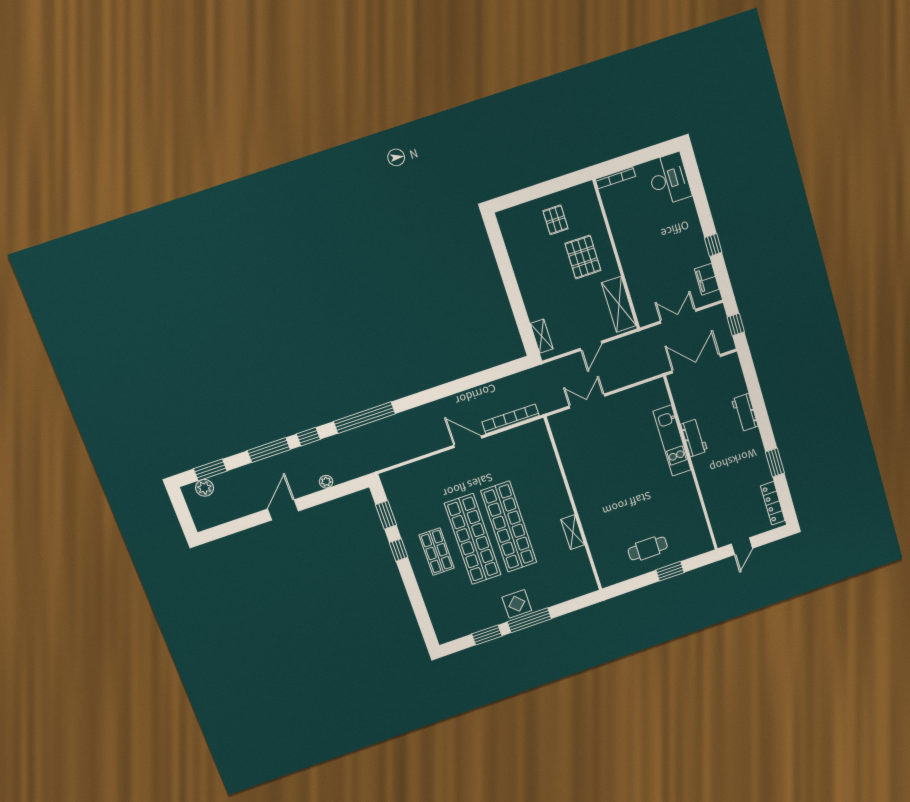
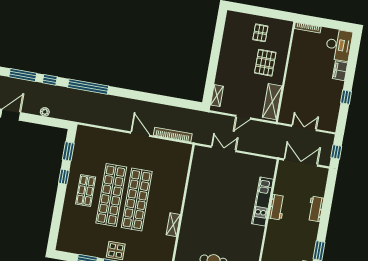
filing cabinet: (707, 279) -> (340, 71), moved

